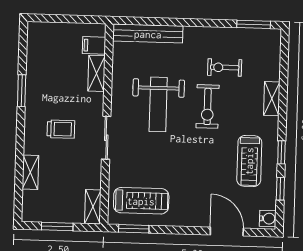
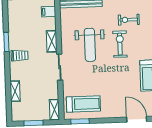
shelving: (96, 73) -> (52, 41), moved
exercise bike: (208, 106) -> (120, 44), turned 180
trolley: (61, 129) -> (20, 56), moved

